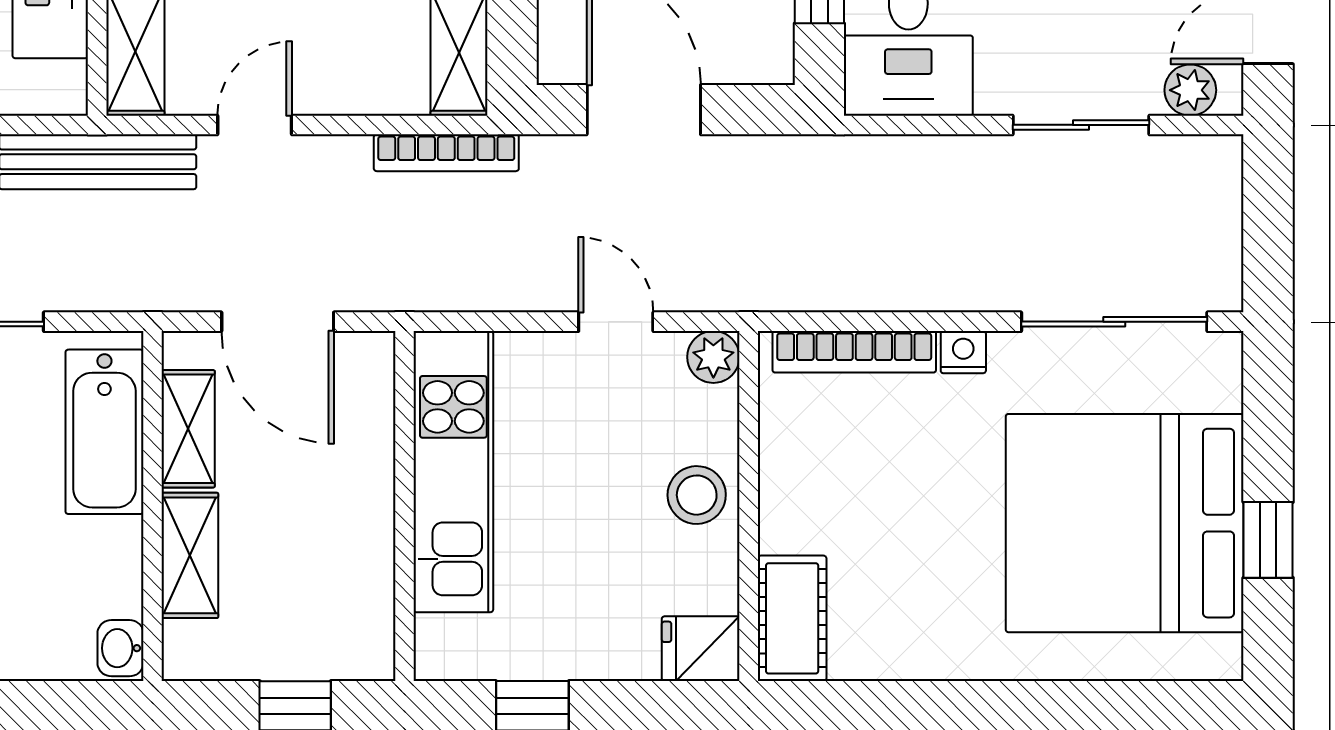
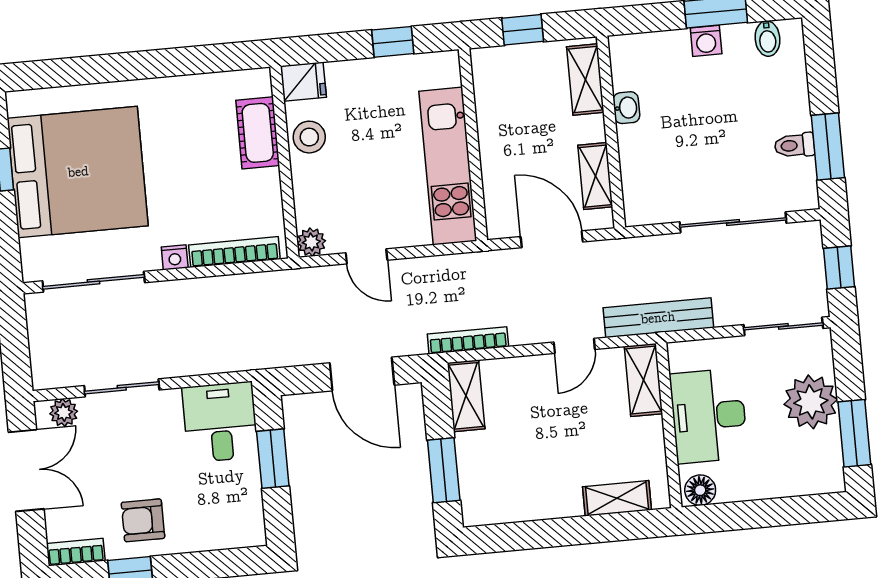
bathtub: (104, 432) -> (641, 170), removed
stool: (697, 495) -> (309, 137), moved
shelving: (190, 555) -> (585, 79), moved
cot: (792, 618) -> (258, 133), moved
washbasin: (120, 648) -> (626, 108), moved

